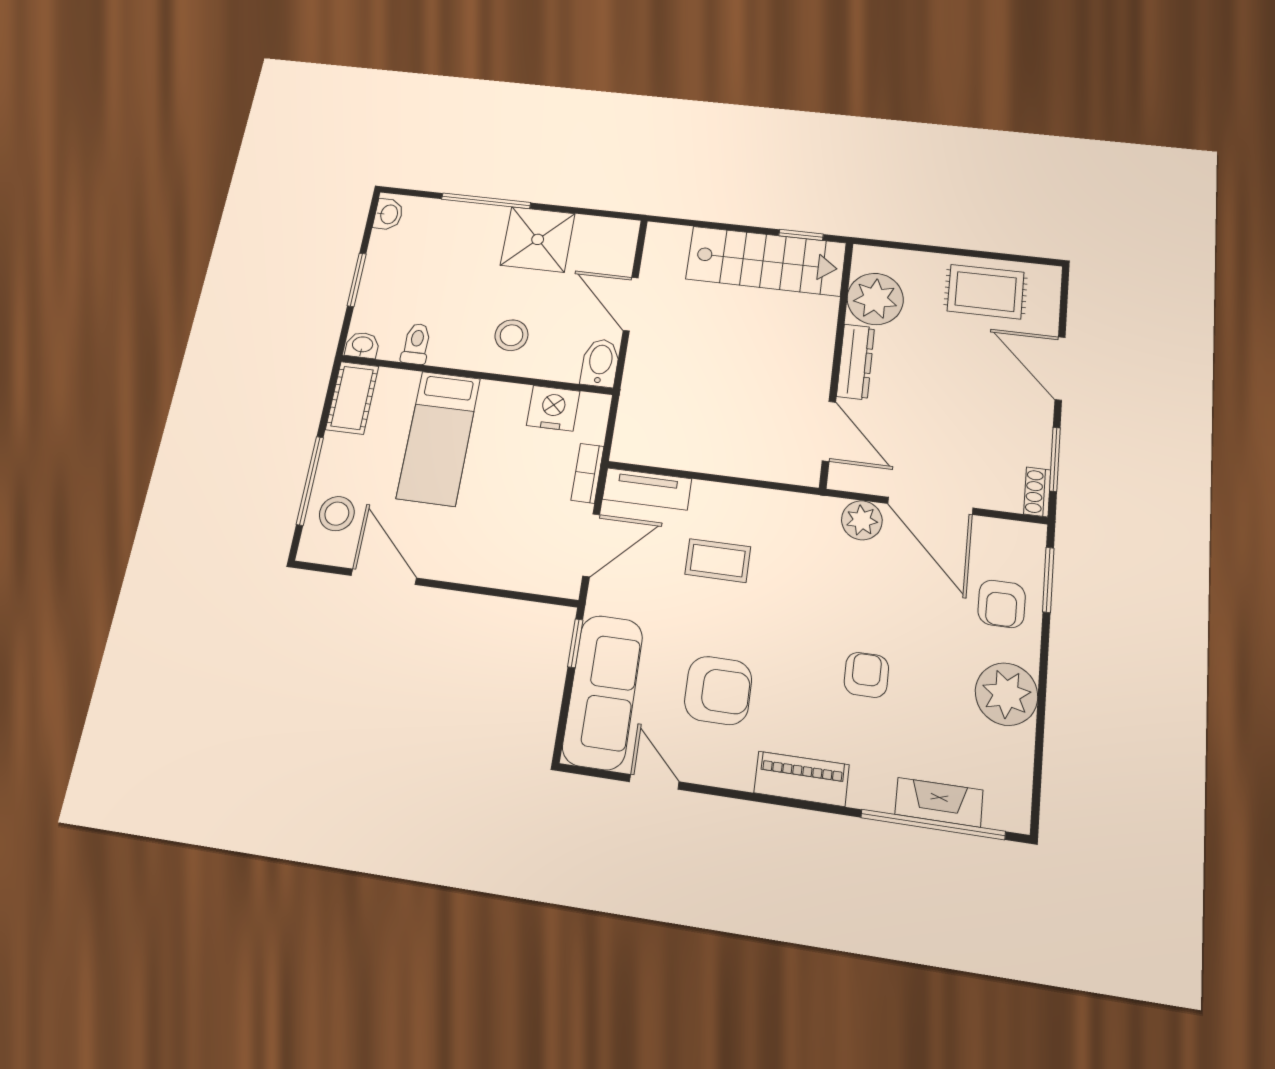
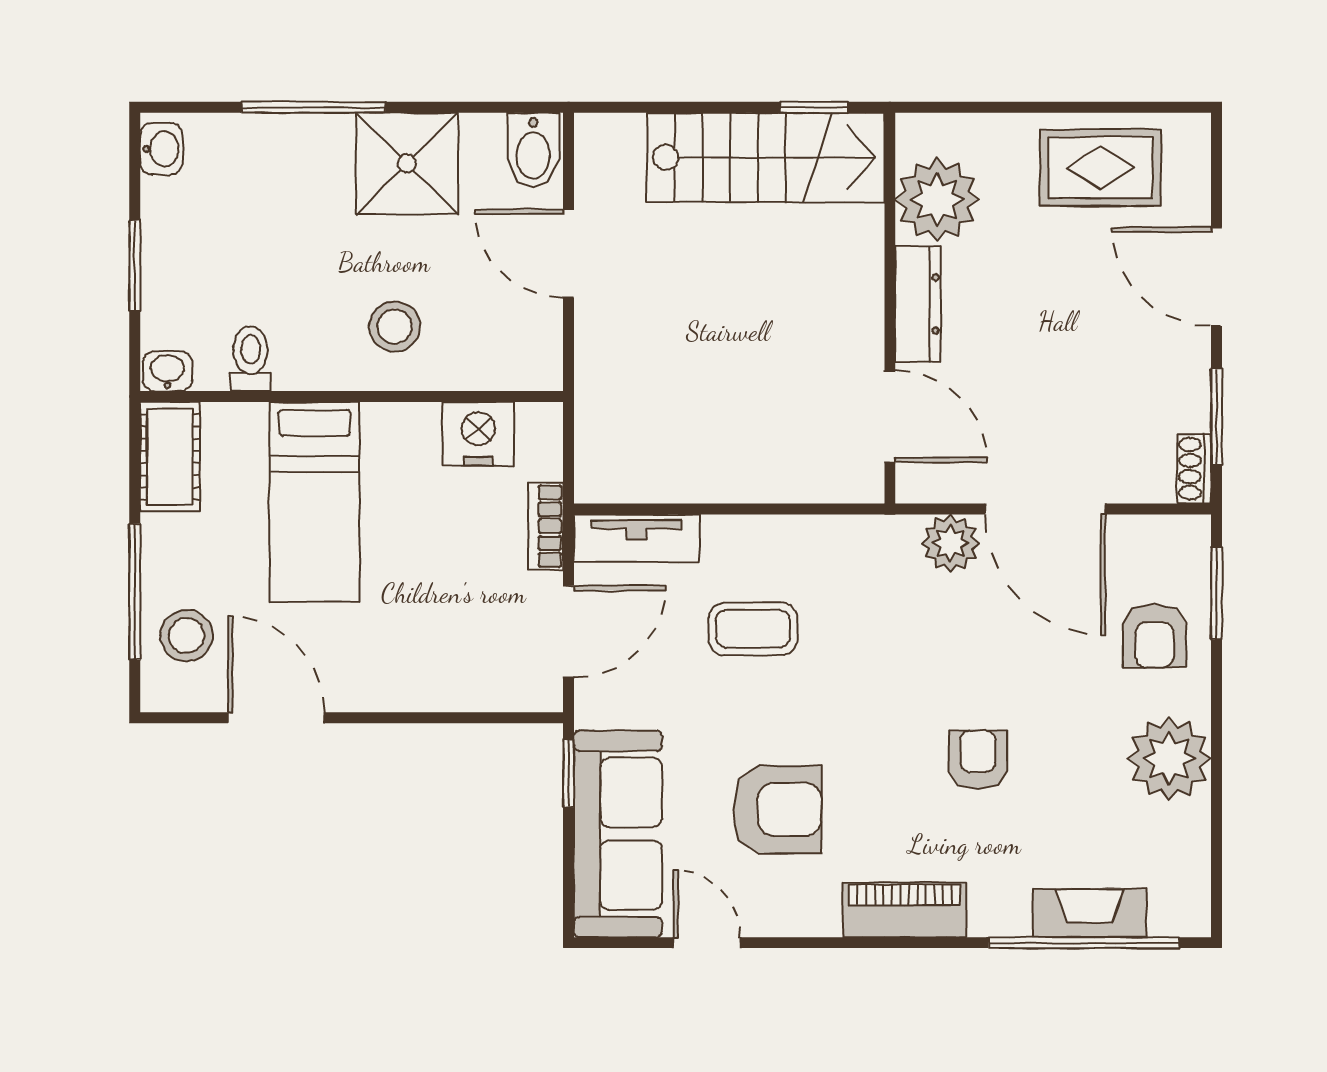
bidet: (600, 363) -> (533, 150), moved, turned 180

